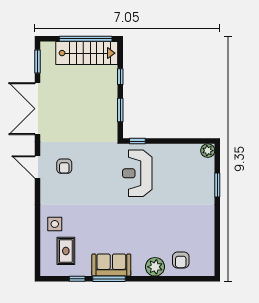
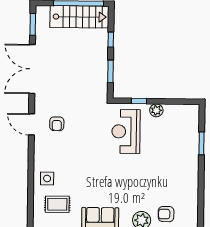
window: (137, 141) -> (139, 101), moved
plant: (208, 151) -> (156, 110), moved
rug: (66, 251) -> (57, 204), turned 90
armchair: (181, 260) -> (166, 214), turned 90

